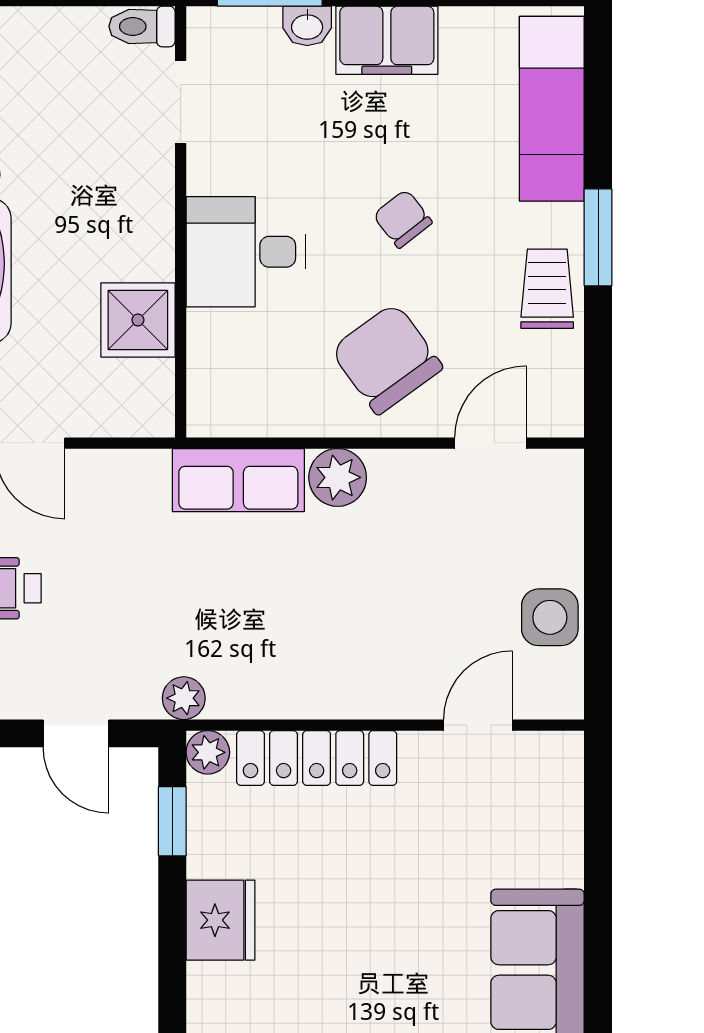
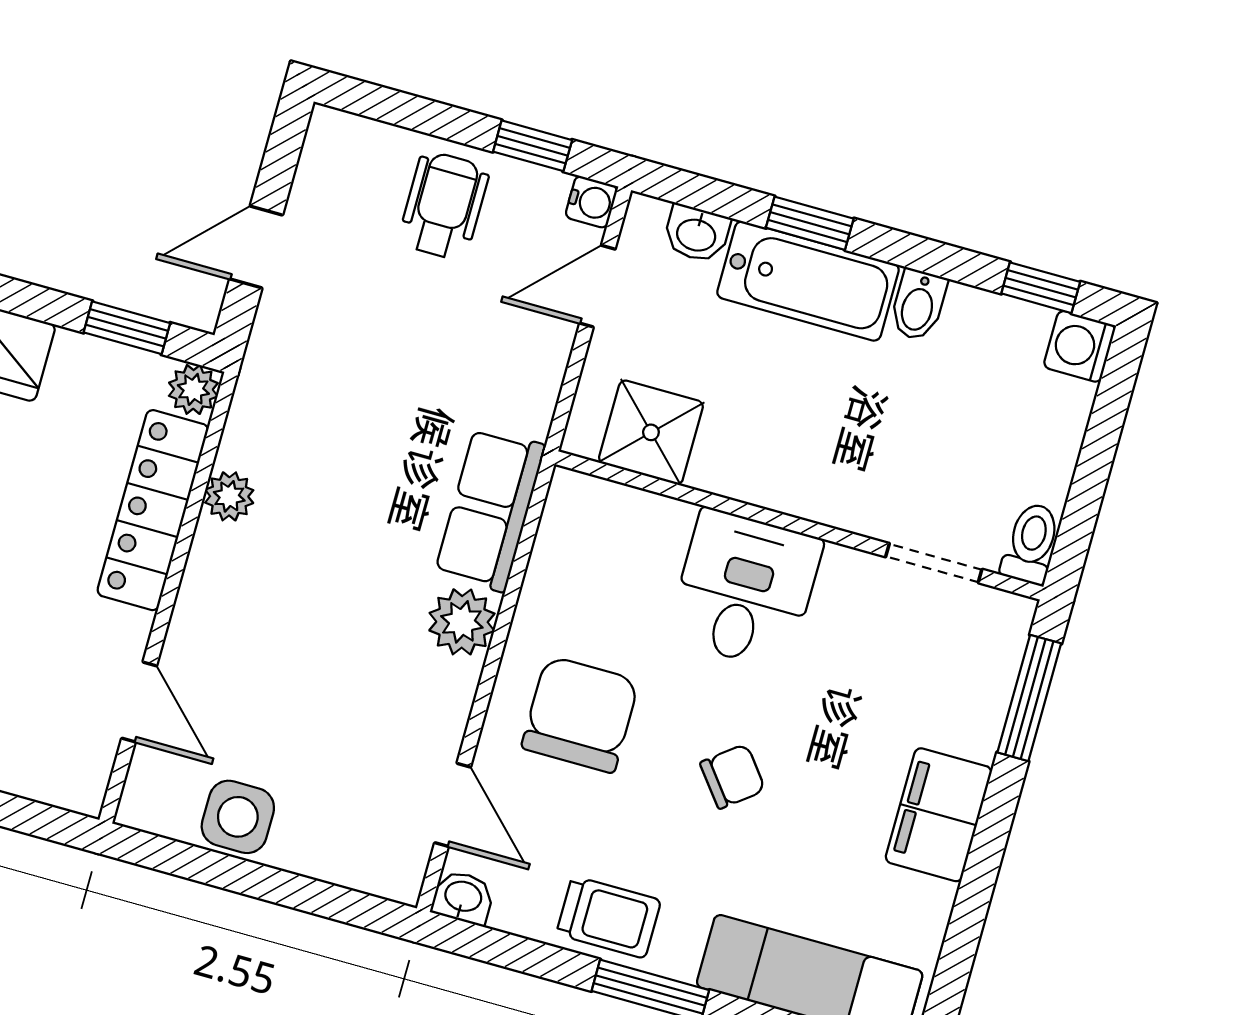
washbasin: (307, 26) -> (463, 898), moved, turned 90
shower: (138, 320) -> (651, 432), moved
chair: (387, 359) -> (580, 714), turned -54
plant: (184, 698) -> (229, 496), moved

